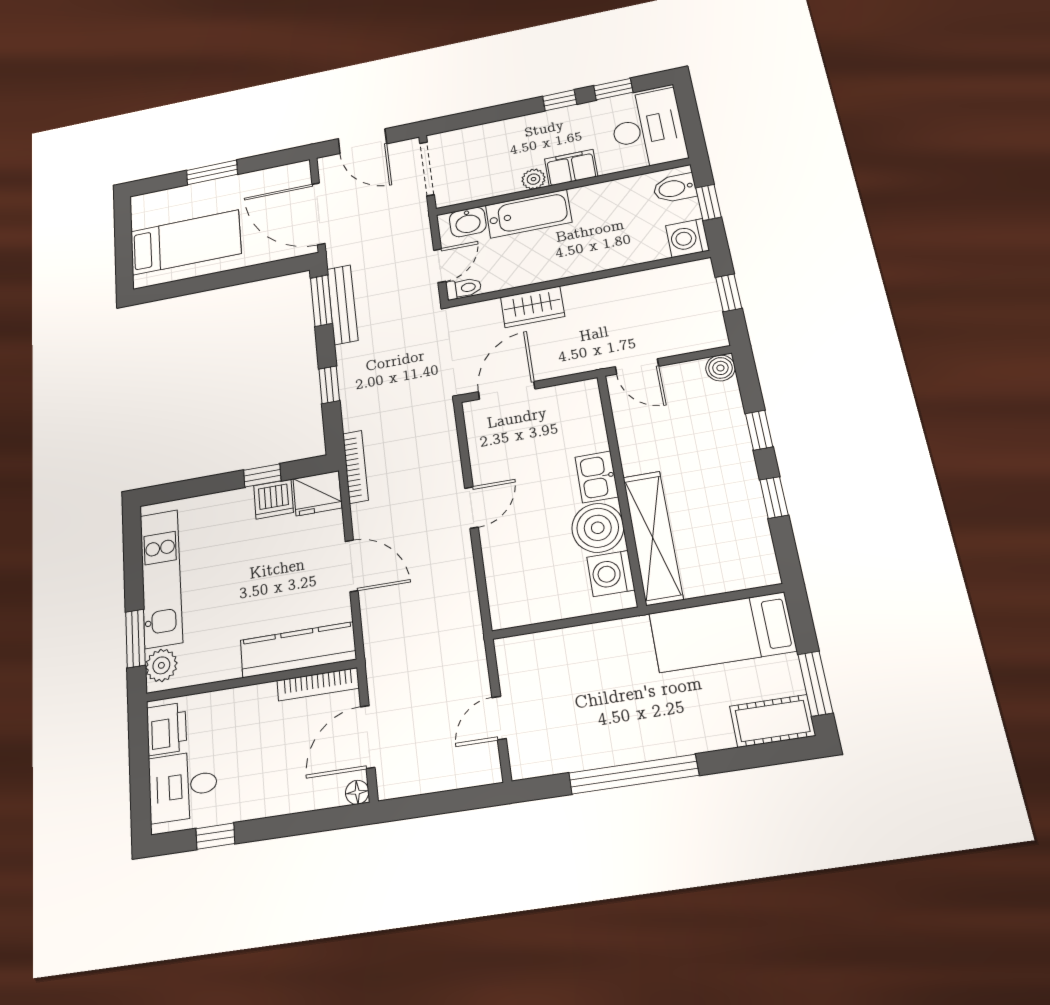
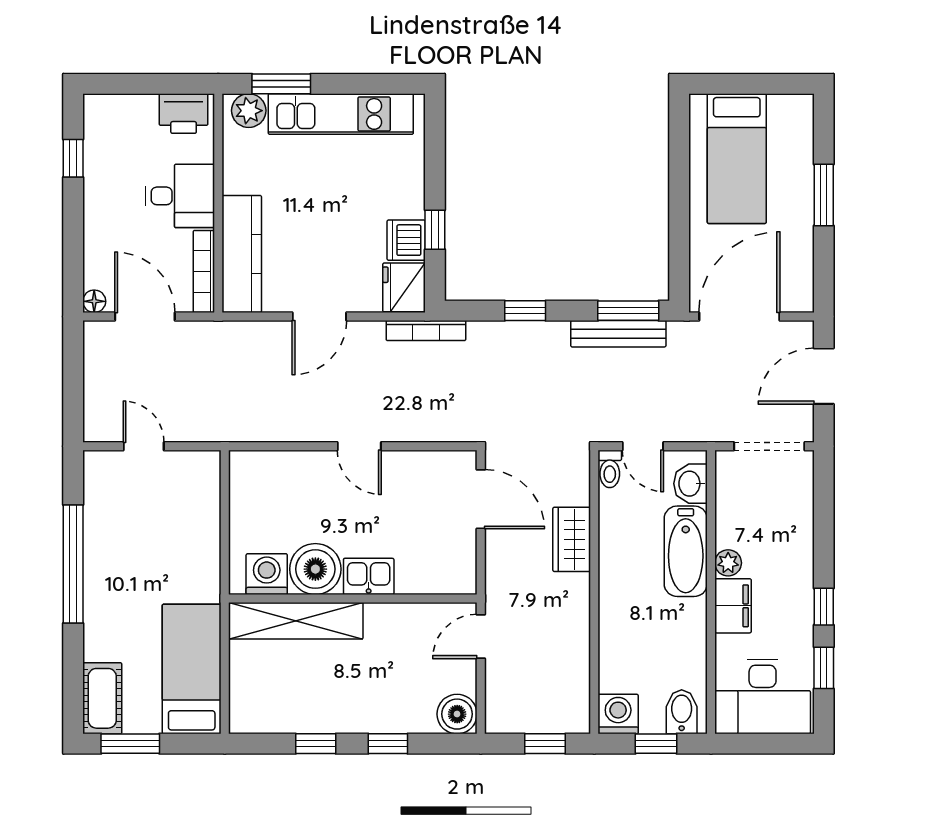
boiler: (720, 368) -> (457, 714), width x1.36, depth x1.36
desk: (183, 786) -> (180, 196), moved, turned 90

